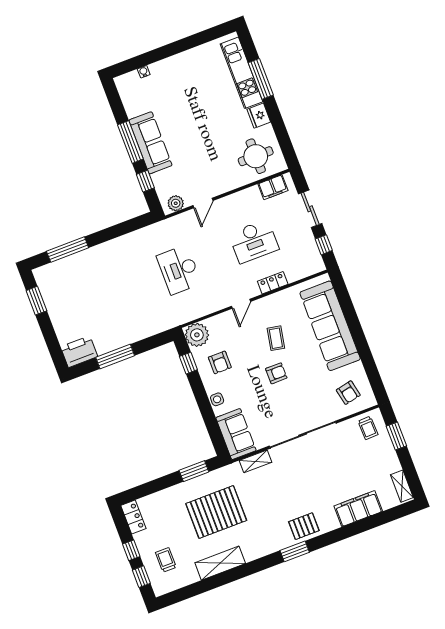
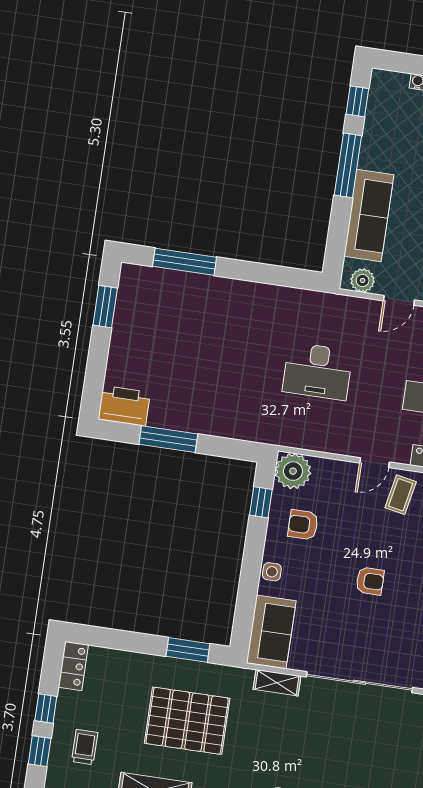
sofa: (150, 143) -> (369, 215), moved
window: (145, 181) -> (357, 101), moved
desk: (179, 270) -> (318, 371), turned -90
coffee table: (276, 338) -> (401, 495), moved
armchair: (220, 362) -> (303, 525), turned 90

